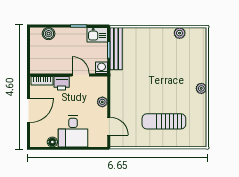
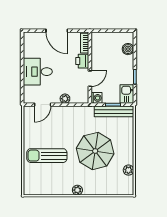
parasol: (159, 69) -> (95, 151), added
sun lounger: (164, 121) -> (47, 156), turned -90
floor lamp: (52, 142) -> (28, 53), removed

